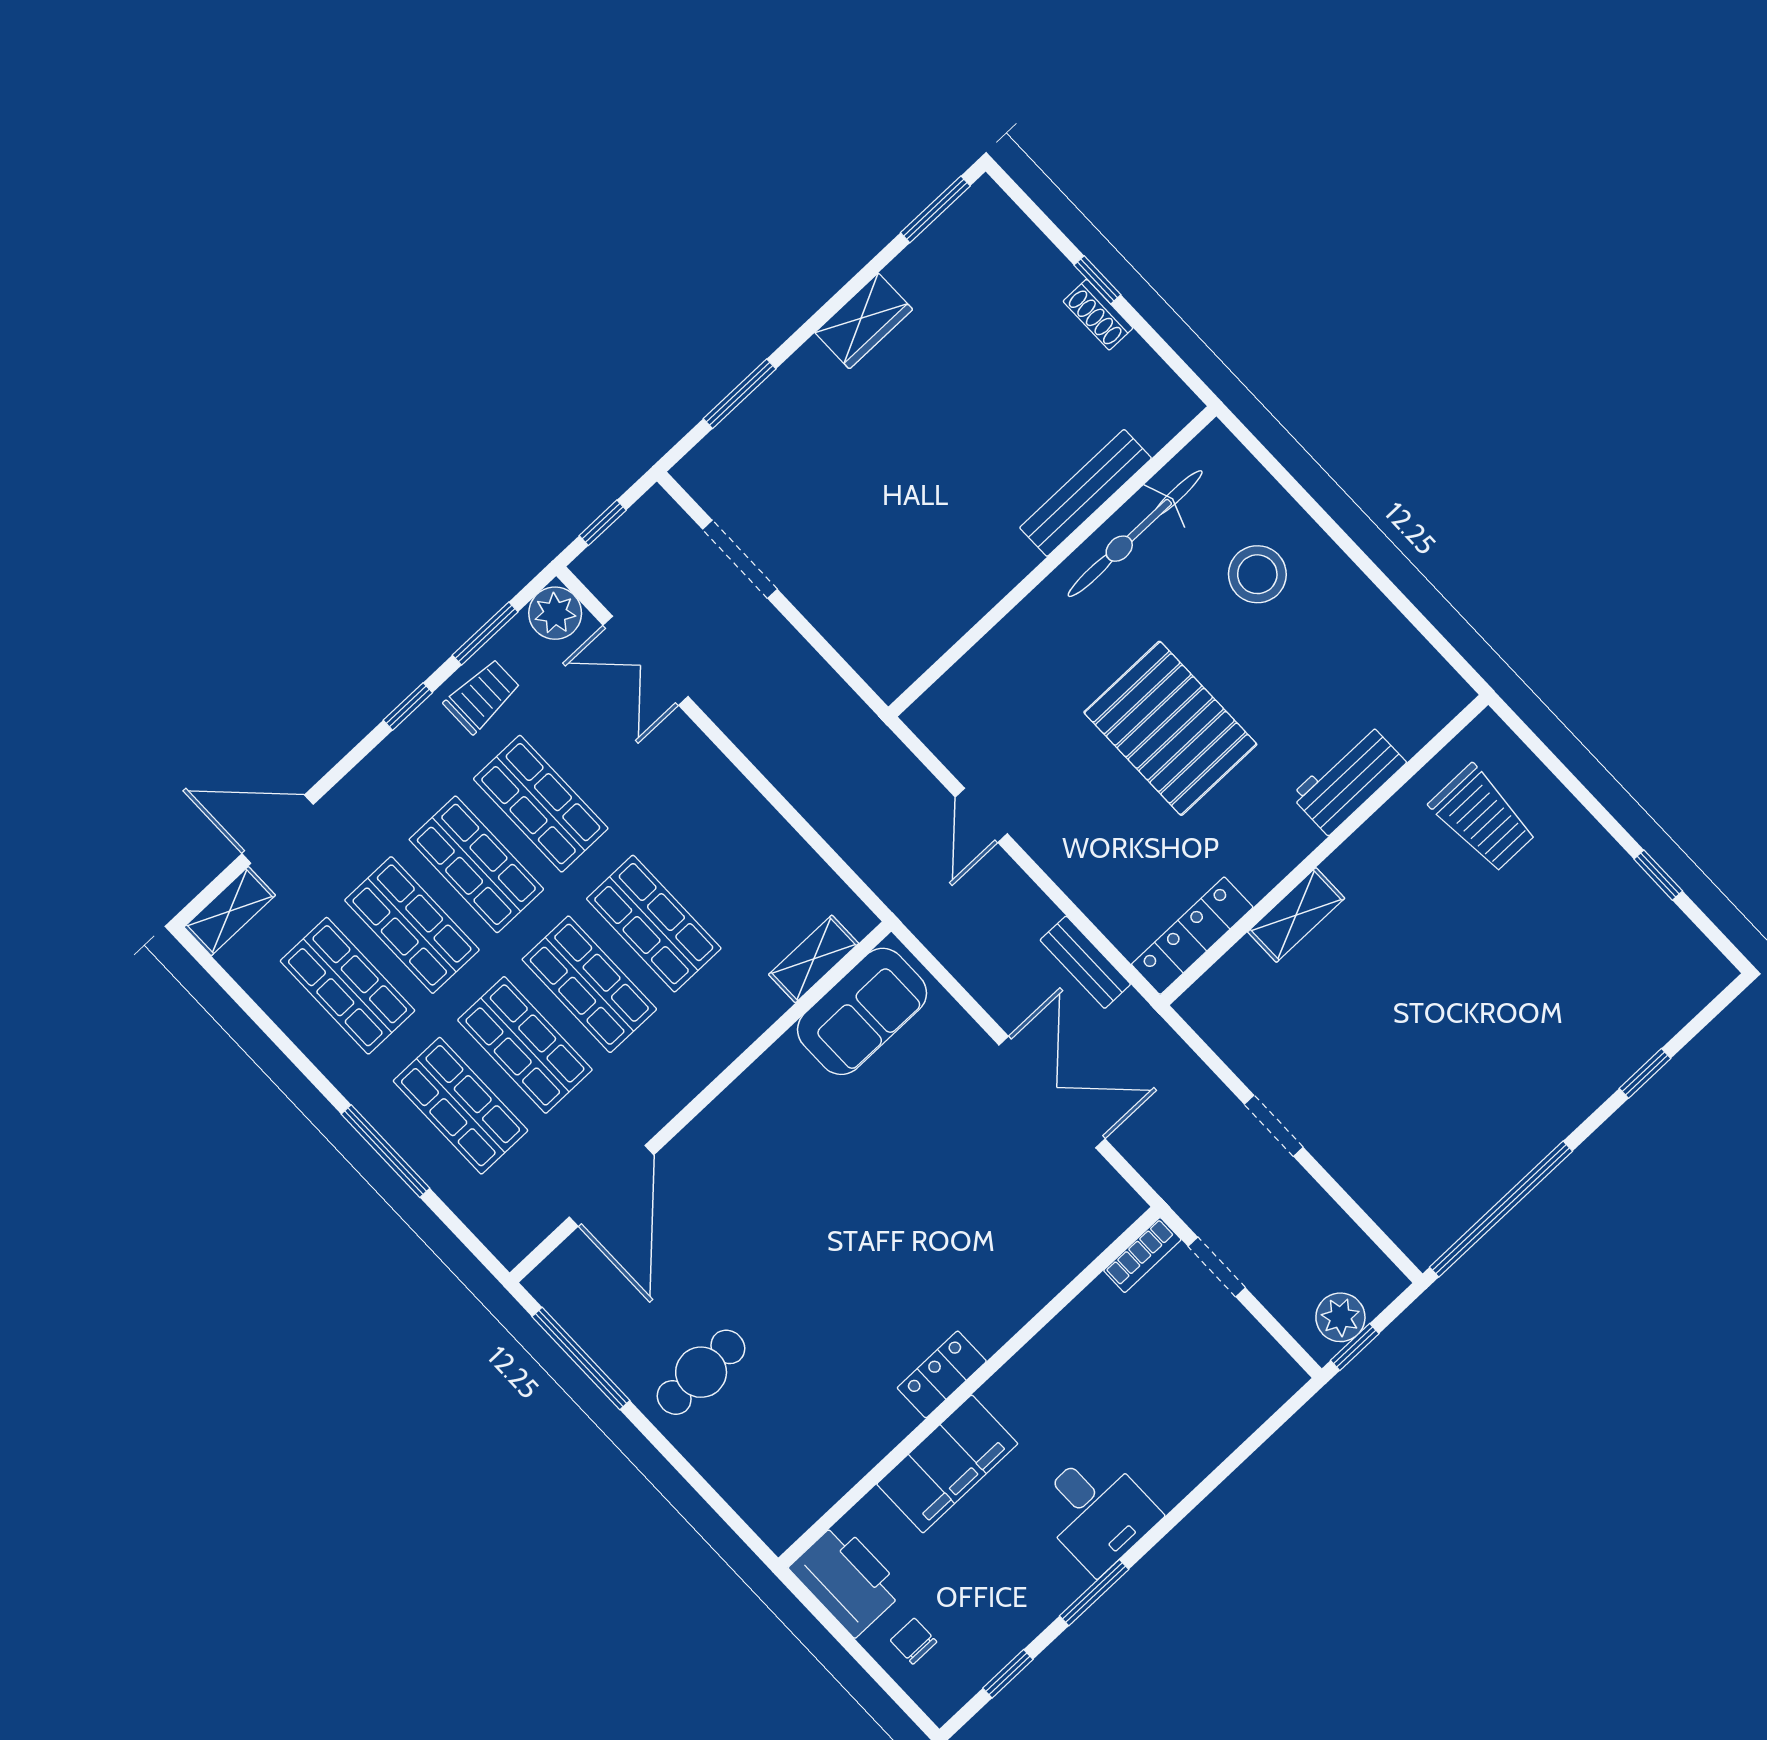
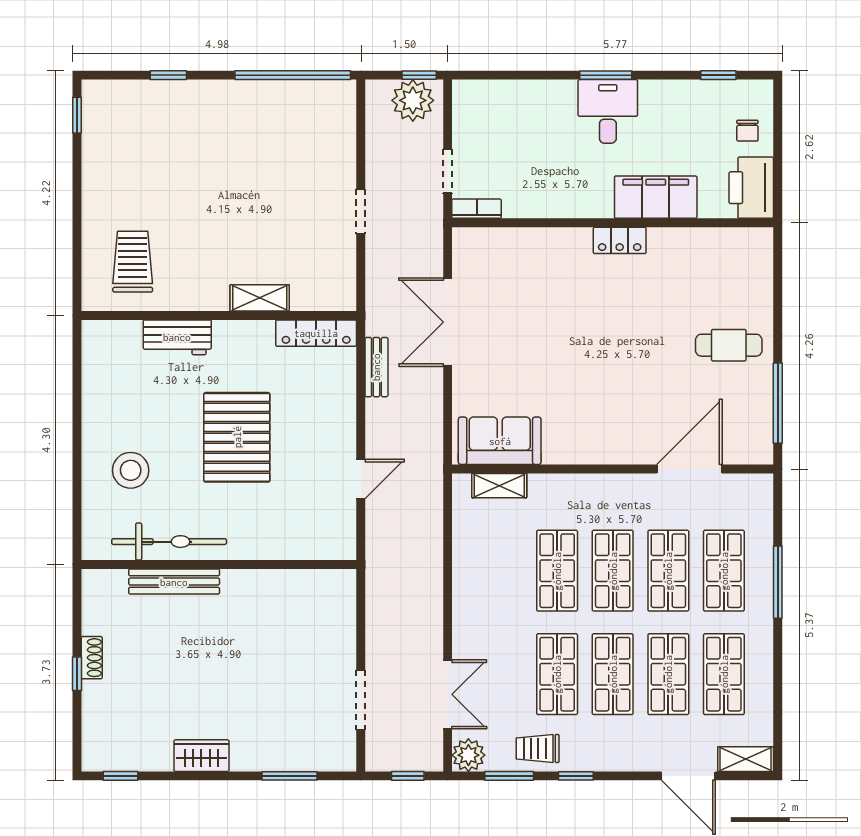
window: (935, 209) -> (121, 776), width x0.67
window: (1658, 875) -> (77, 115), moved
plant: (1340, 1317) -> (413, 100), width x1.36, depth x1.36
window: (1094, 1593) -> (606, 75), moved

